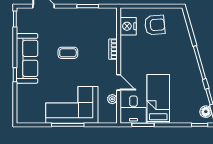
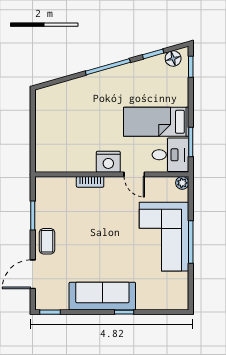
armchair: (155, 25) -> (58, 126), removed
nightstand: (128, 26) -> (108, 162), moved
coffee table: (68, 53) -> (47, 241), moved
door: (119, 82) -> (134, 174), swing flipped
plant: (112, 99) -> (182, 183), moved

